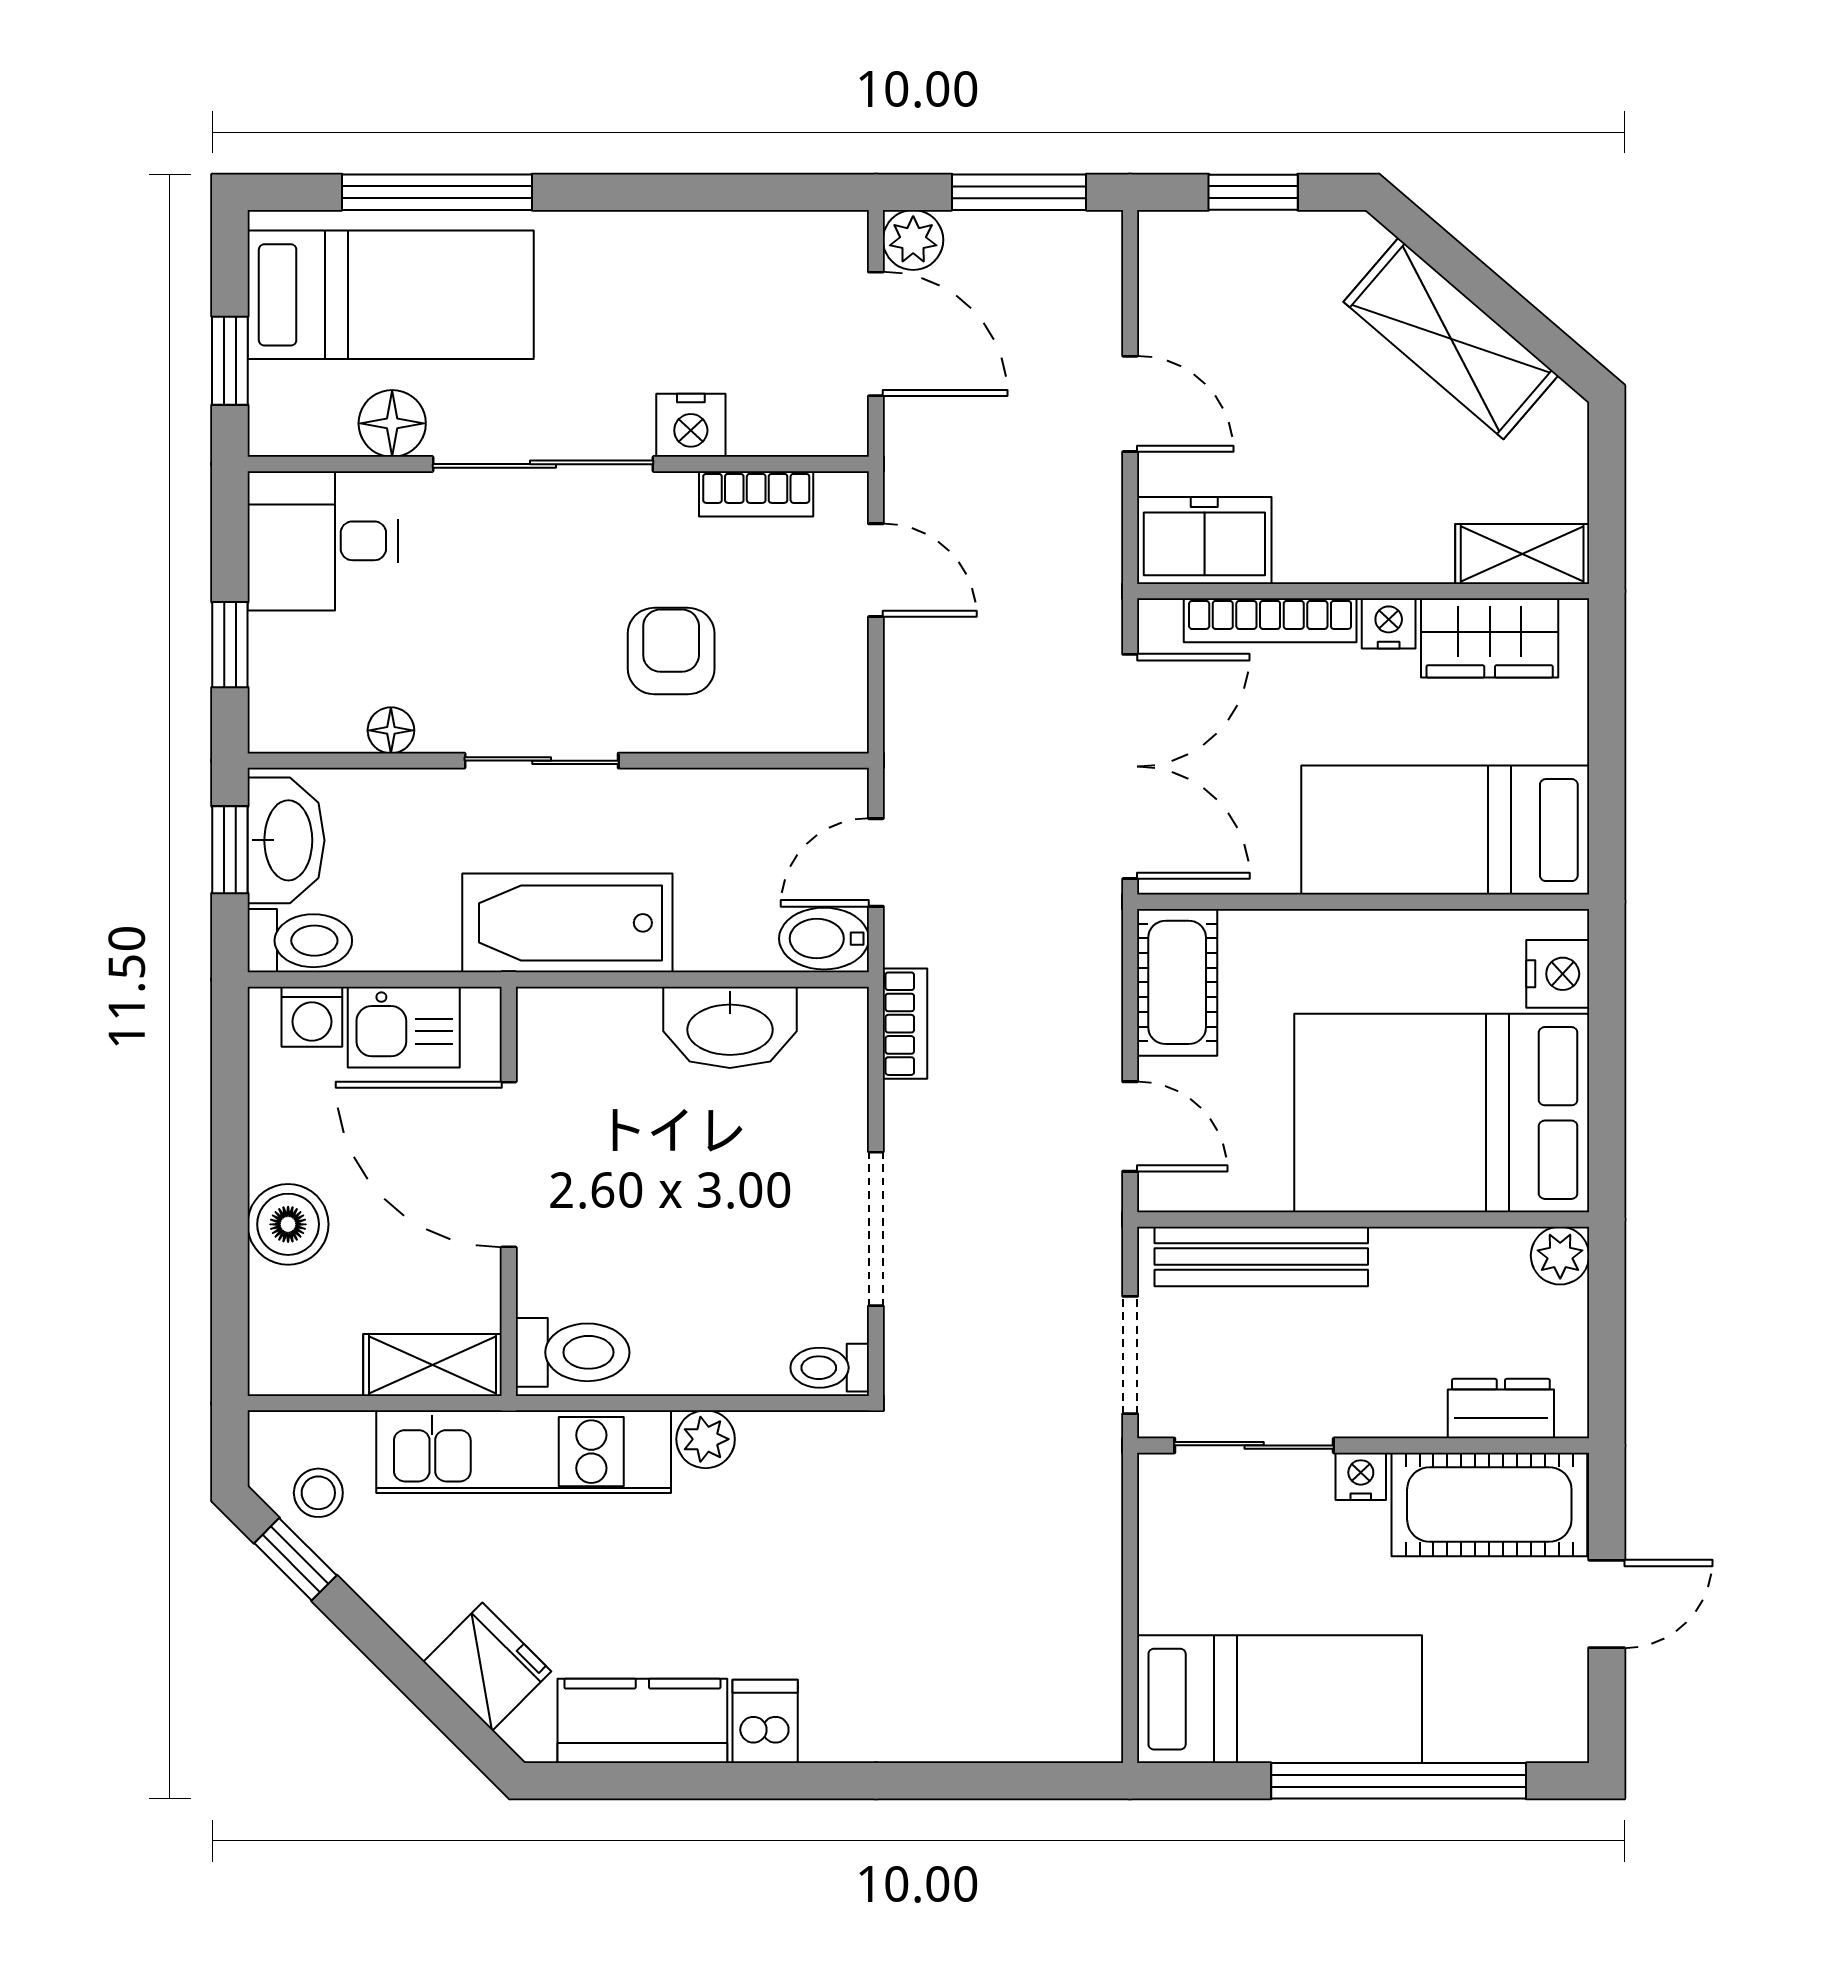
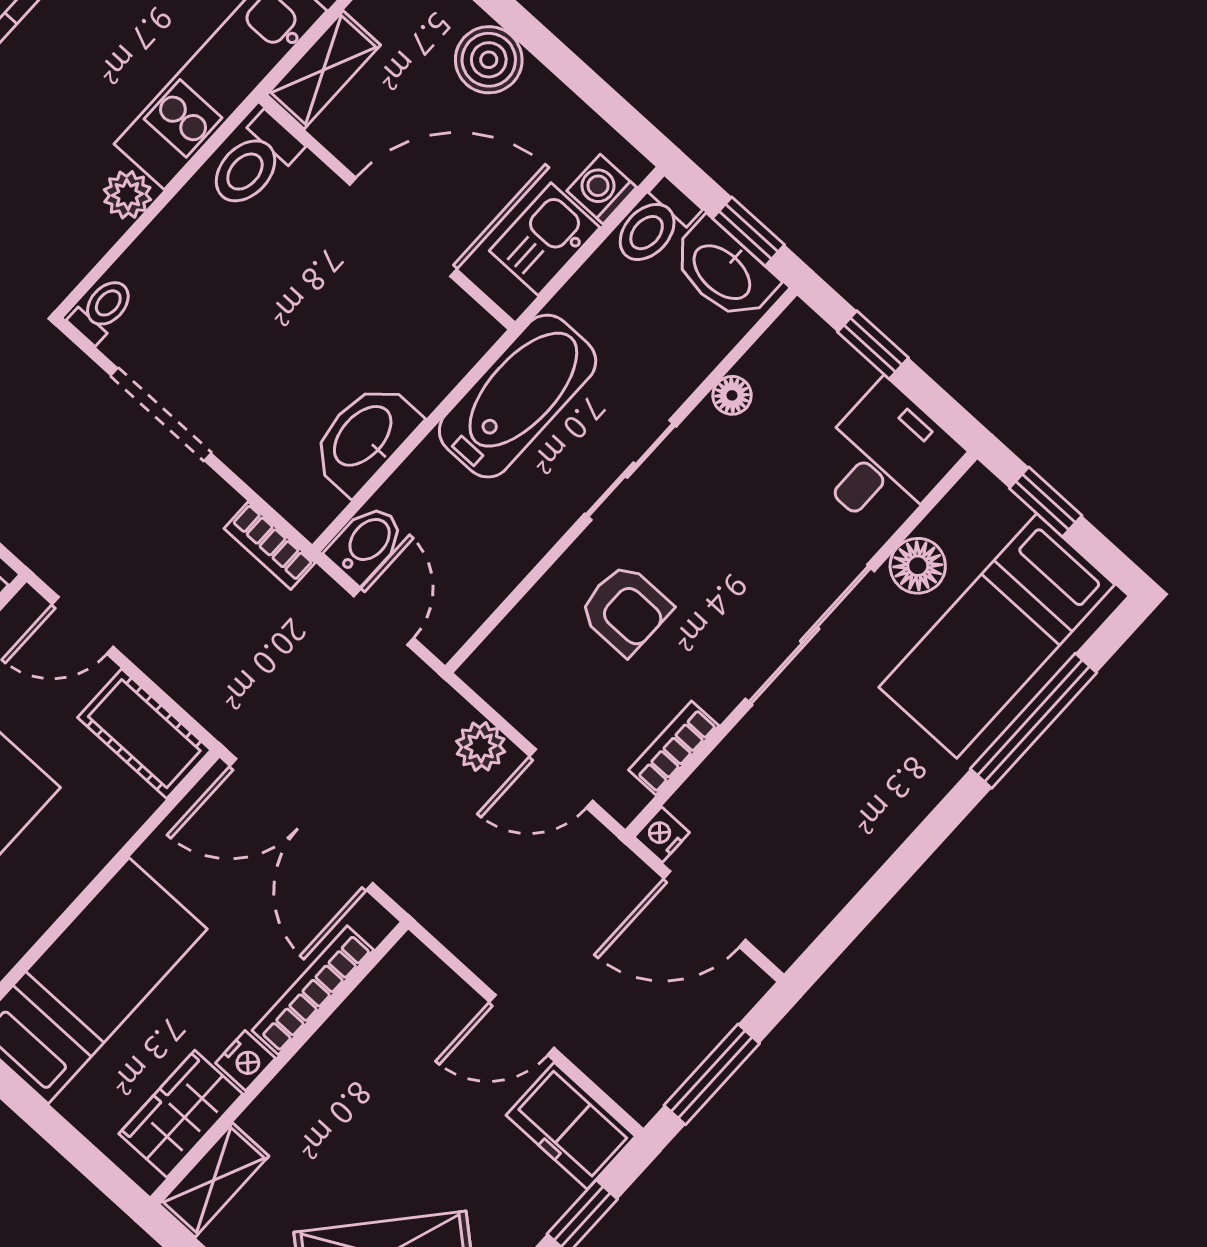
plant: (913, 240) -> (481, 746), moved
nightstand: (691, 425) -> (662, 835), moved, width x0.72, depth x0.74
freezer: (1204, 540) -> (571, 1126), moved, turned 90

